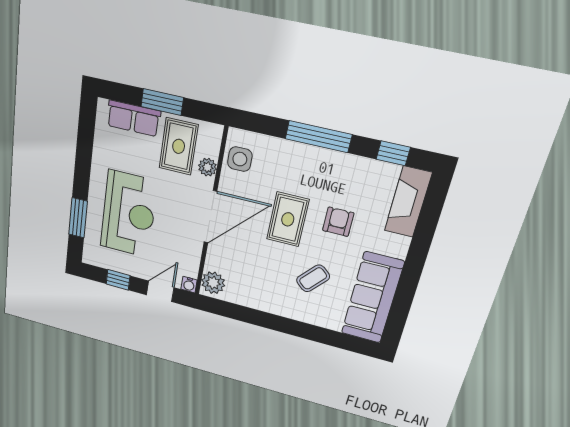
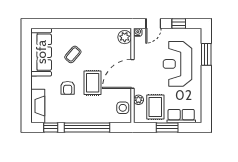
window: (318, 137) -> (87, 127), width x1.46

